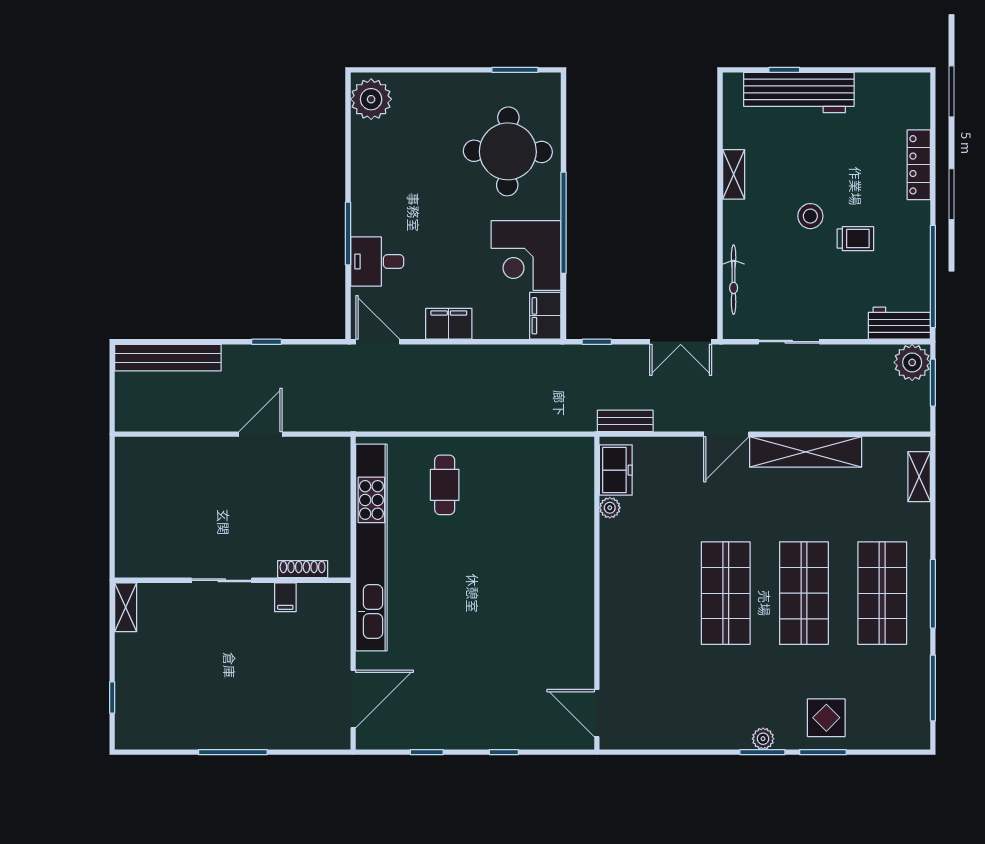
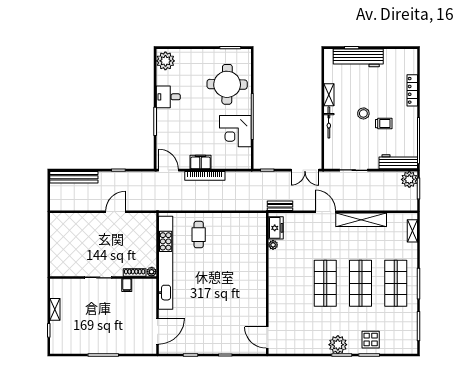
desk: (377, 262) -> (168, 97), moved
bicycle: (734, 280) -> (329, 122), moved
filing cabinet: (545, 316) -> (244, 158), removed
workbench: (899, 323) -> (398, 162), width x1.38
bookcase: (459, 354) -> (205, 176), added
door: (726, 434) -> (326, 212), swing flipped
plant: (340, 567) -> (152, 272), added
shelving: (126, 607) -> (55, 309), moved
plant: (763, 739) -> (338, 345), width x1.87, depth x1.87

